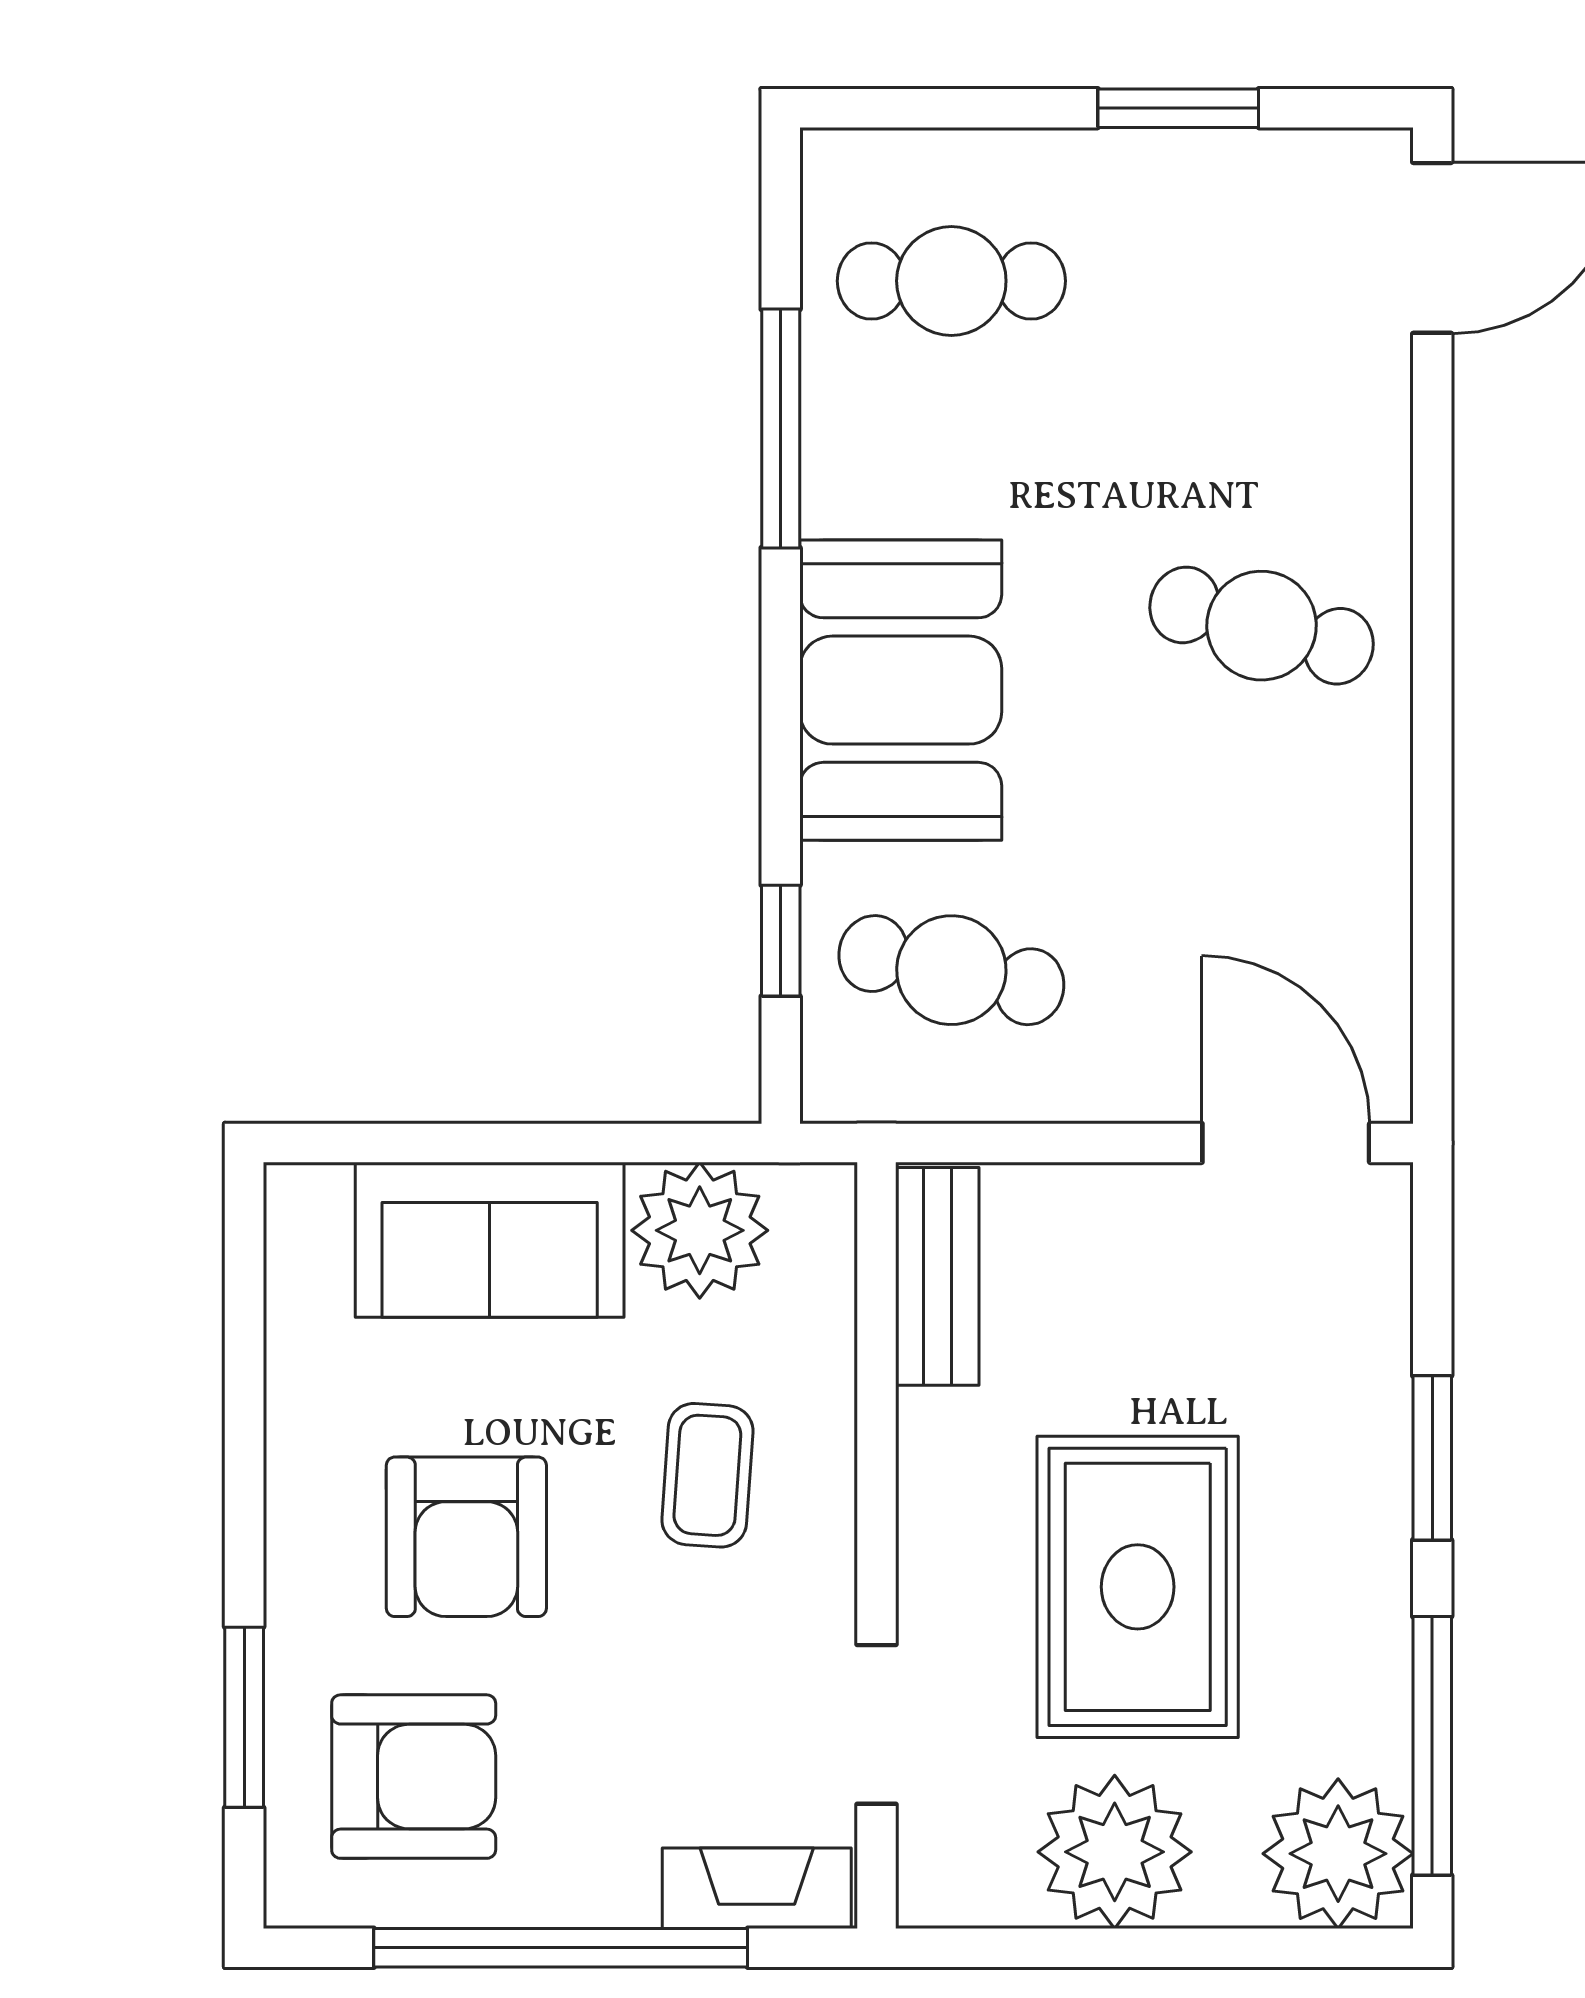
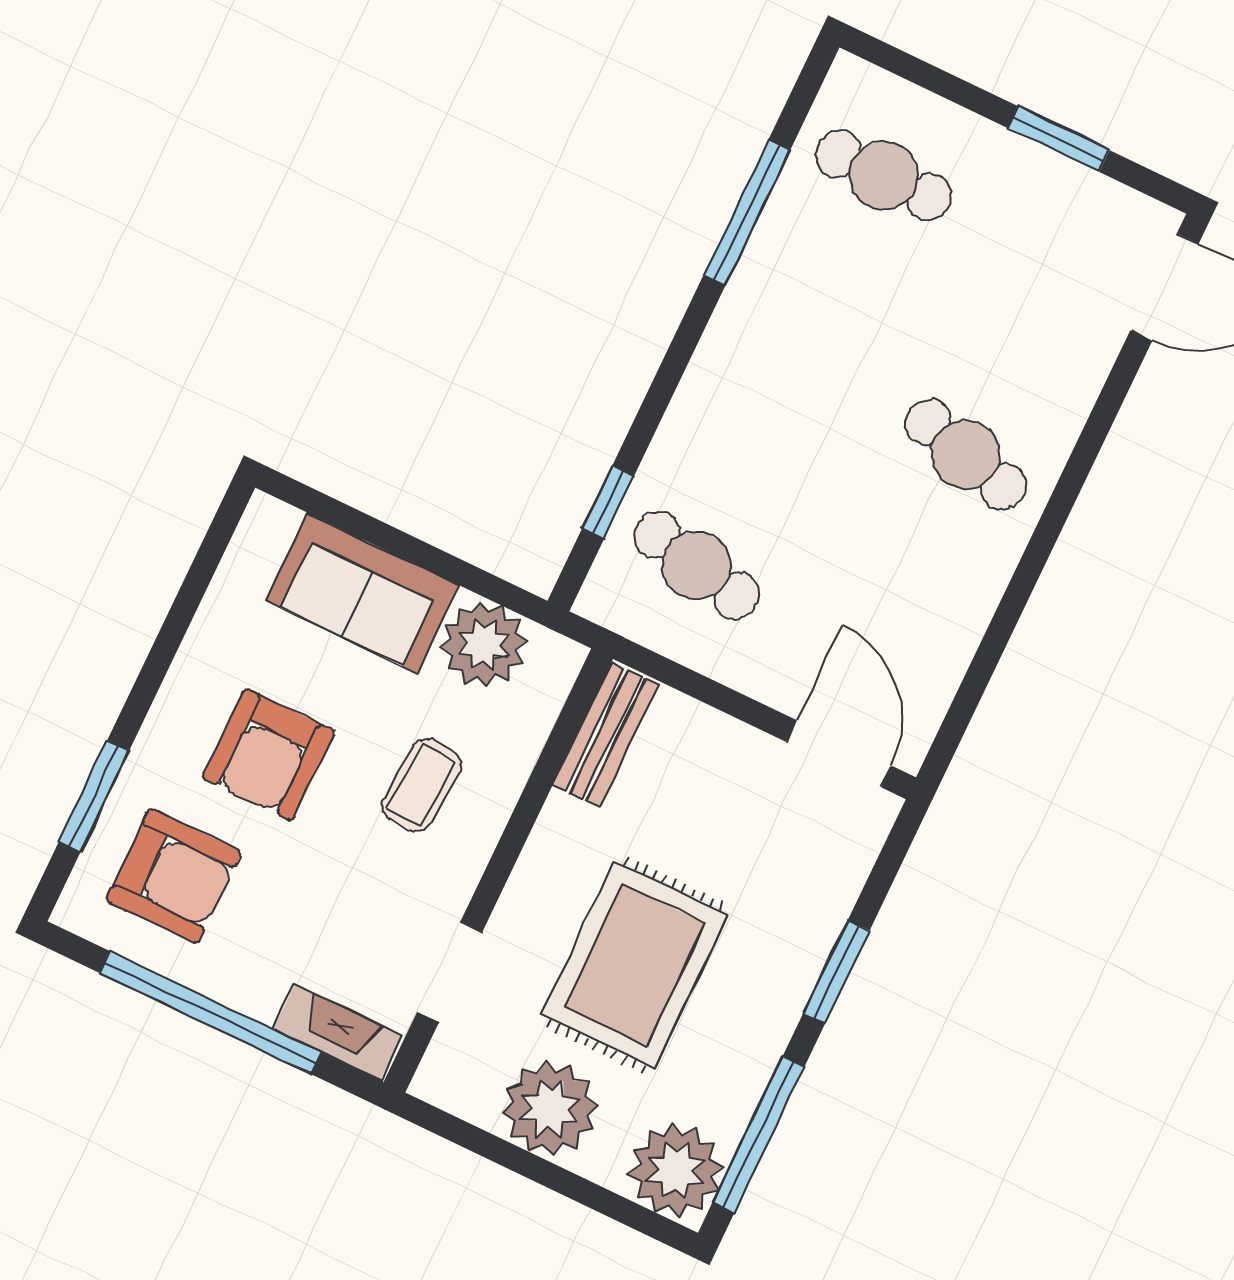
booth: (901, 690) -> (744, 393), removed

